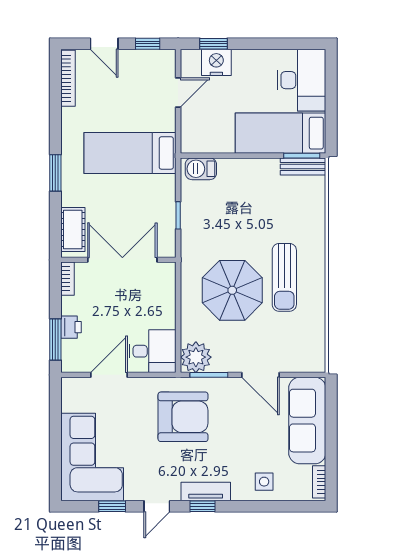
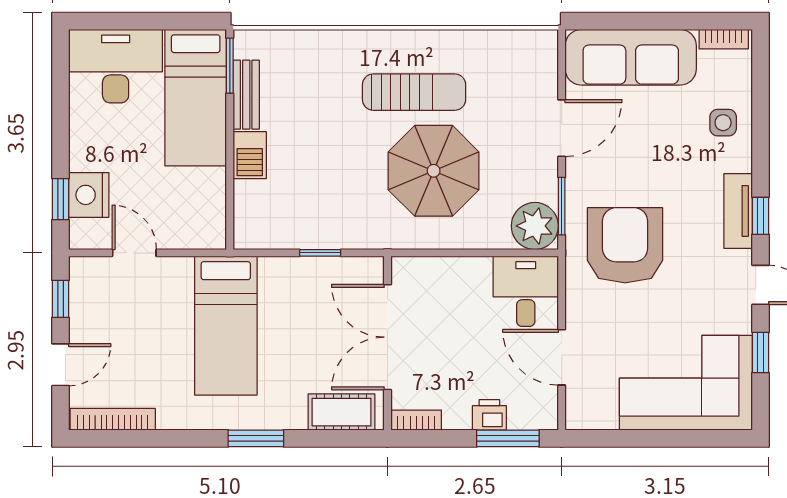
bench: (303, 166) -> (246, 95), moved
barbecue: (201, 169) -> (250, 155), moved

